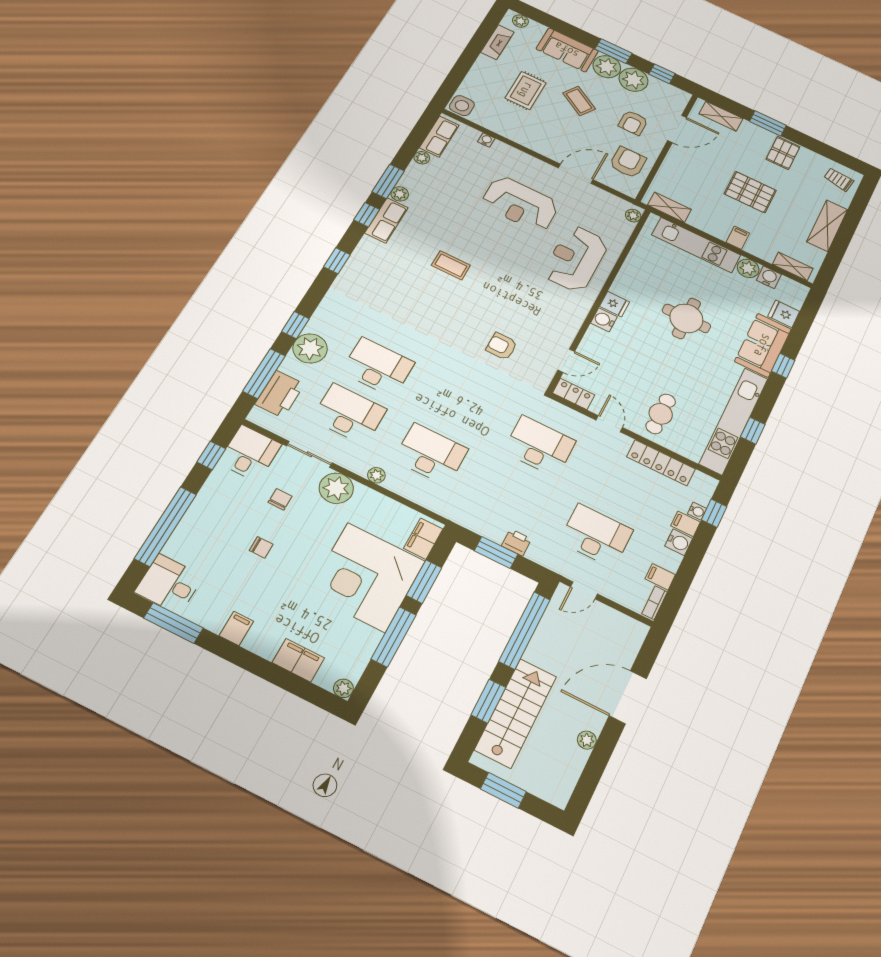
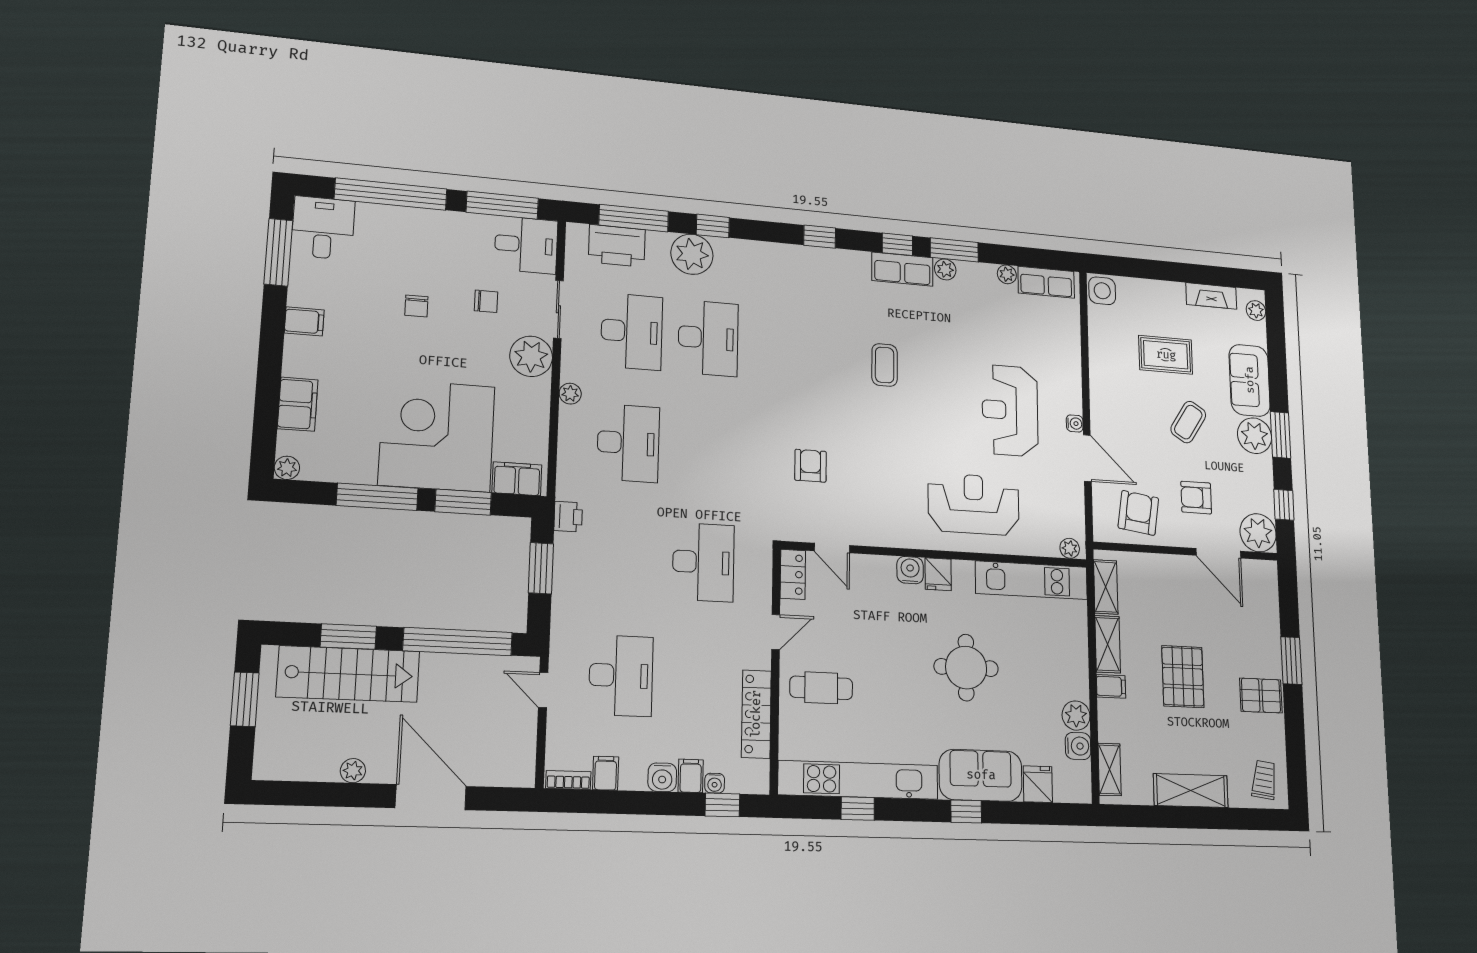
plant: (634, 80) -> (1258, 533), moved
shelving: (721, 116) -> (1108, 644), moved
water cooler: (486, 140) -> (1075, 423), moved
armchair: (628, 162) -> (1138, 513), turned -82
kitchen unit: (696, 245) -> (1031, 580), moved, turned -90
window: (211, 455) -> (502, 205), width x2.17
printer: (517, 542) -> (568, 517), moved

